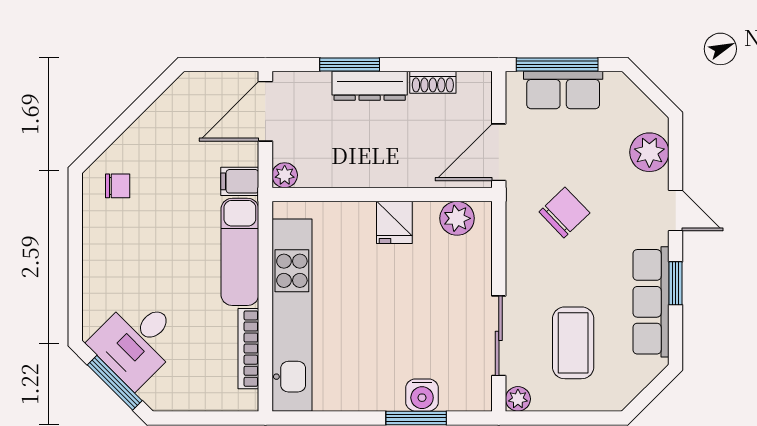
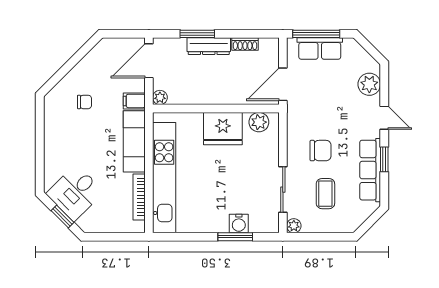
chair: (118, 186) -> (84, 102), moved
chair: (564, 212) -> (321, 151), moved, turned 44
fridge: (394, 222) -> (223, 129), width x1.88, depth x1.34
coffee table: (573, 343) -> (325, 194), width x0.73, depth x0.77
window: (115, 383) -> (62, 216), width x0.67

